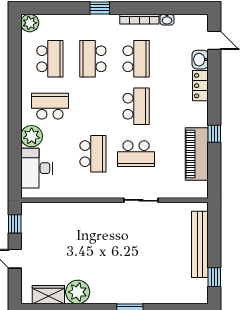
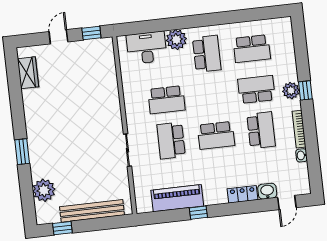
plant: (30, 23) -> (291, 91), moved
school desk: (136, 59) -> (261, 130), turned -90
plant: (78, 292) -> (44, 190), moved

